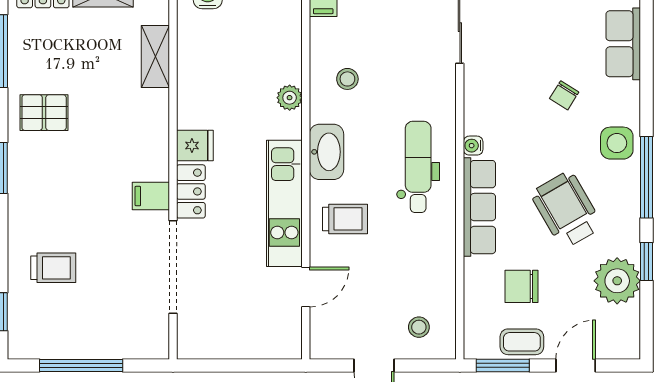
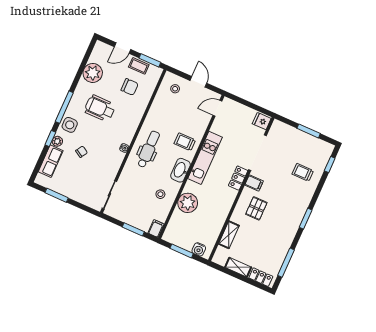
plant: (628, 94) -> (57, 141), added
plant: (290, 98) -> (188, 203), width x1.87, depth x1.87
pallet: (44, 113) -> (256, 208), moved, turned 90
fridge: (195, 145) -> (262, 121), moved
dental chair: (418, 167) -> (149, 149), turned 180
row of seats: (479, 207) -> (132, 124), removed
wheelchair: (567, 210) -> (100, 108), turned 120
window: (646, 262) -> (50, 138), moved
door: (306, 287) -> (217, 108), moved
window: (81, 365) -> (309, 131), width x0.69

